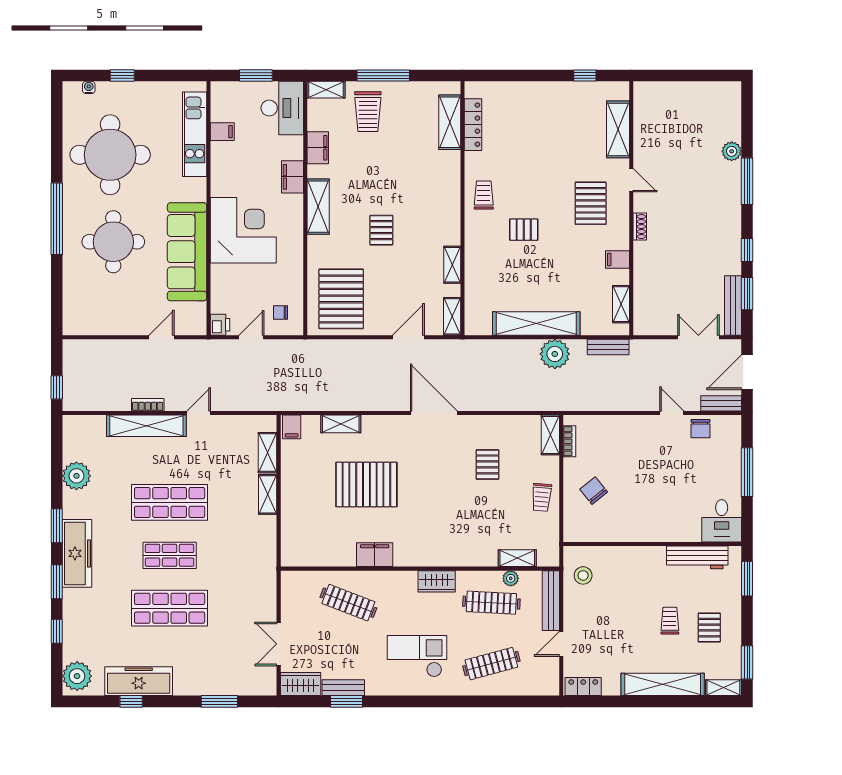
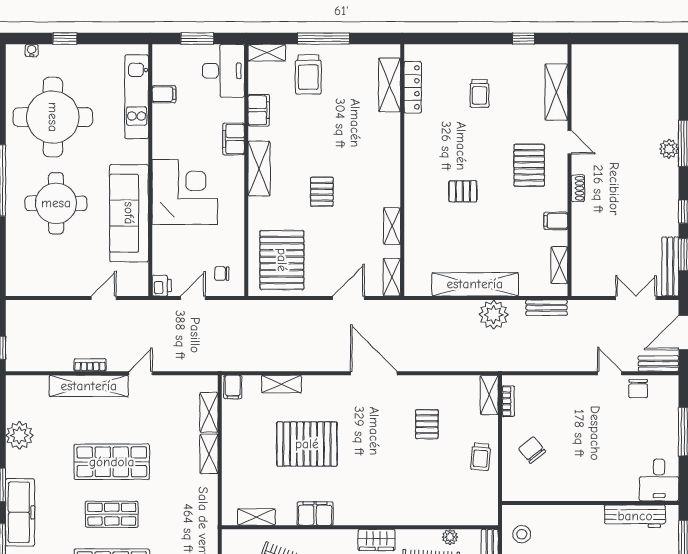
plant: (732, 151) -> (669, 149), moved
trolley: (484, 195) -> (479, 94), moved, turned 180
shelving: (517, 558) -> (256, 517), moved

